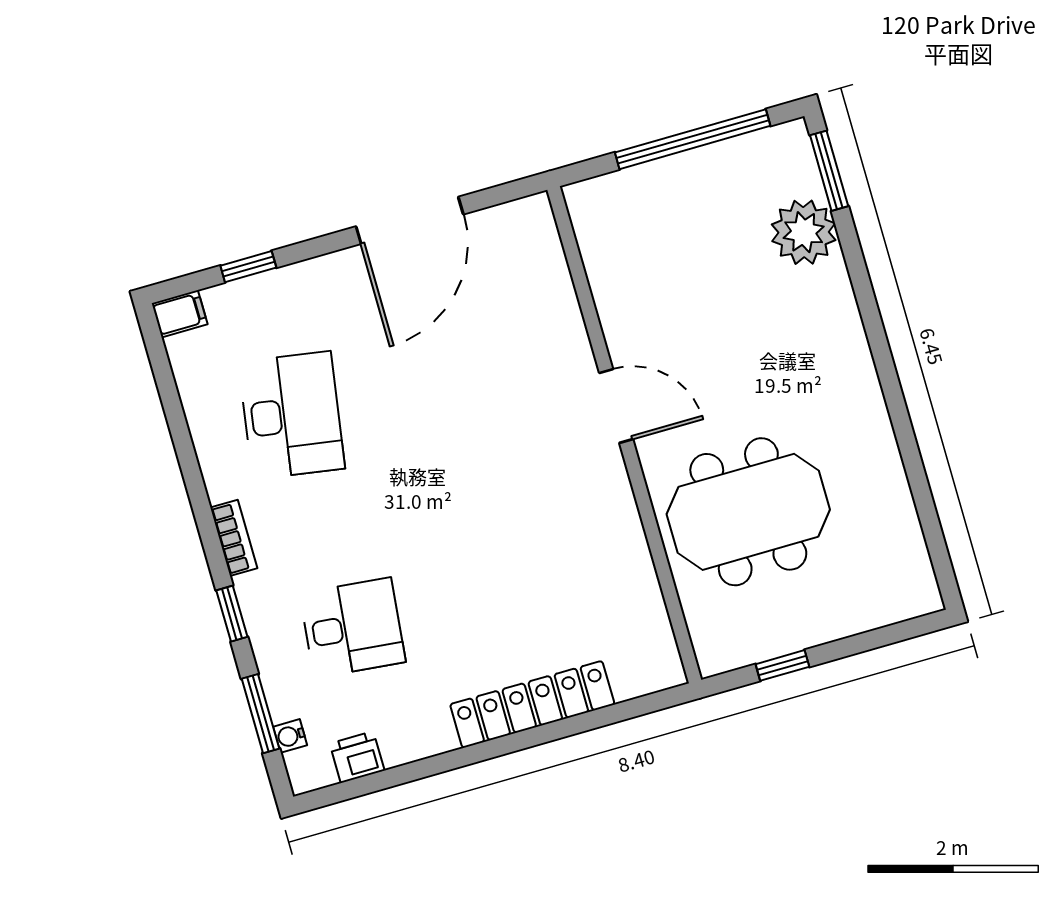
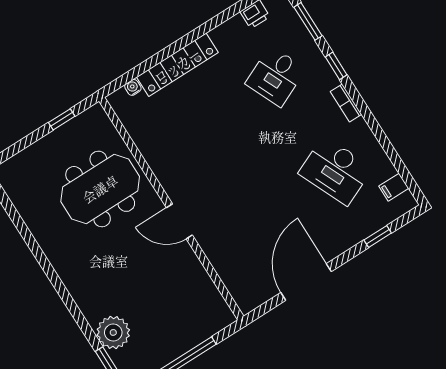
filing cabinet: (180, 314) -> (394, 187), moved
desk: (292, 415) -> (335, 171), turned -33
desk: (352, 628) -> (276, 76), turned -30
water cooler: (290, 736) -> (133, 87), moved, turned -90

